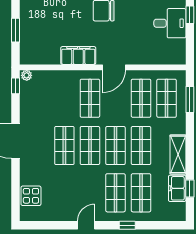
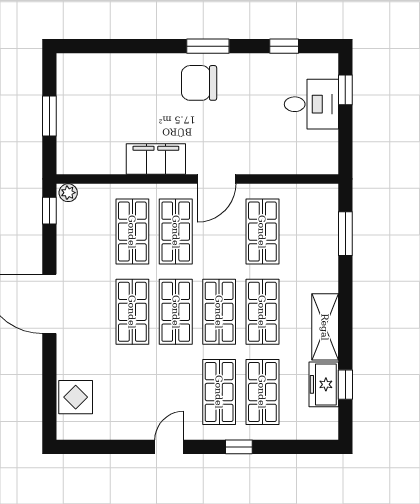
shop shelf: (167, 98) -> (132, 232), moved

